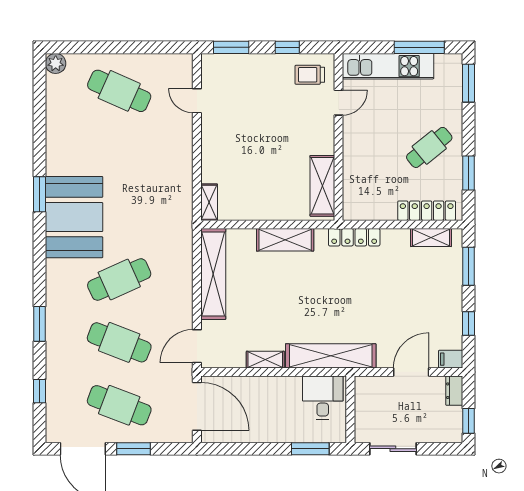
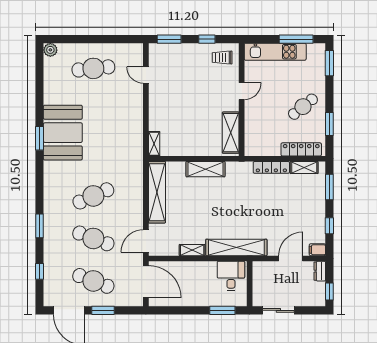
cafe table: (119, 91) -> (93, 68), turned -30
door: (339, 103) -> (242, 91), moved
booth: (74, 217) -> (63, 133), moved
locker: (354, 237) -> (271, 167), moved

